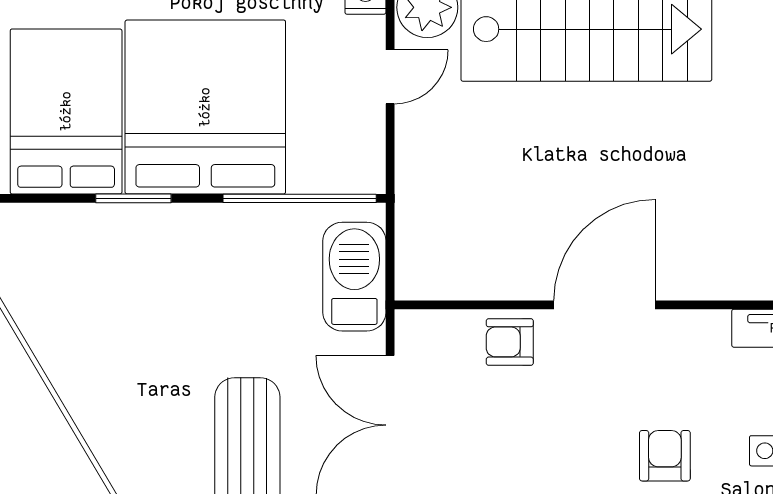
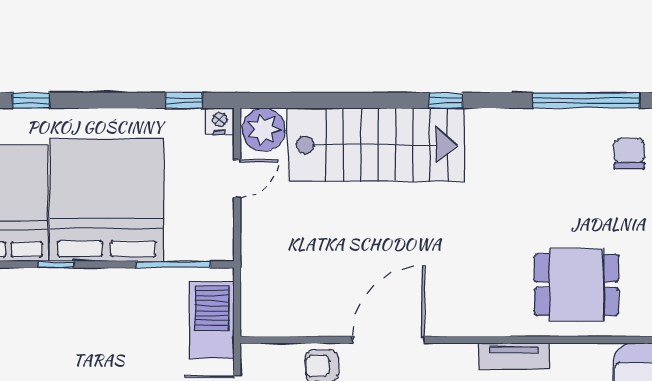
window: (133, 198) -> (56, 265), width x0.67
window: (300, 198) -> (173, 265), width x0.68

